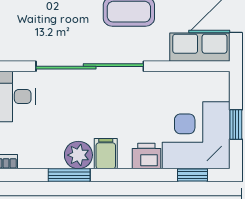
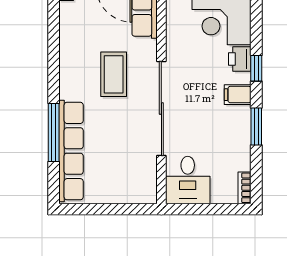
plant: (78, 155) -> (239, 118), removed
window: (192, 175) -> (256, 68), moved

